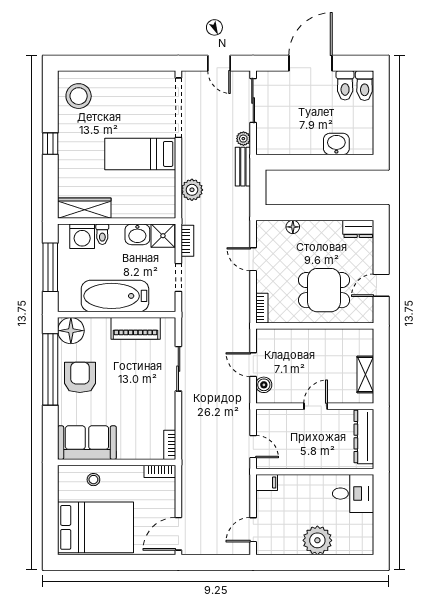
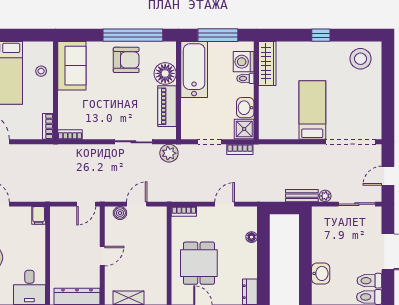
plant: (192, 190) -> (169, 153), moved
bathtub: (115, 296) -> (194, 69), moved
floor lamp: (71, 331) -> (165, 73), moved
door: (316, 406) -> (102, 256), hinge flipped
door: (253, 447) -> (86, 204), moved

